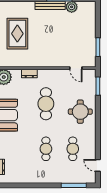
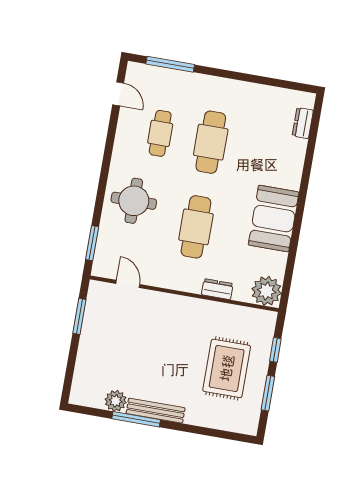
cafe table: (46, 149) -> (211, 142), width x1.37, depth x1.35

